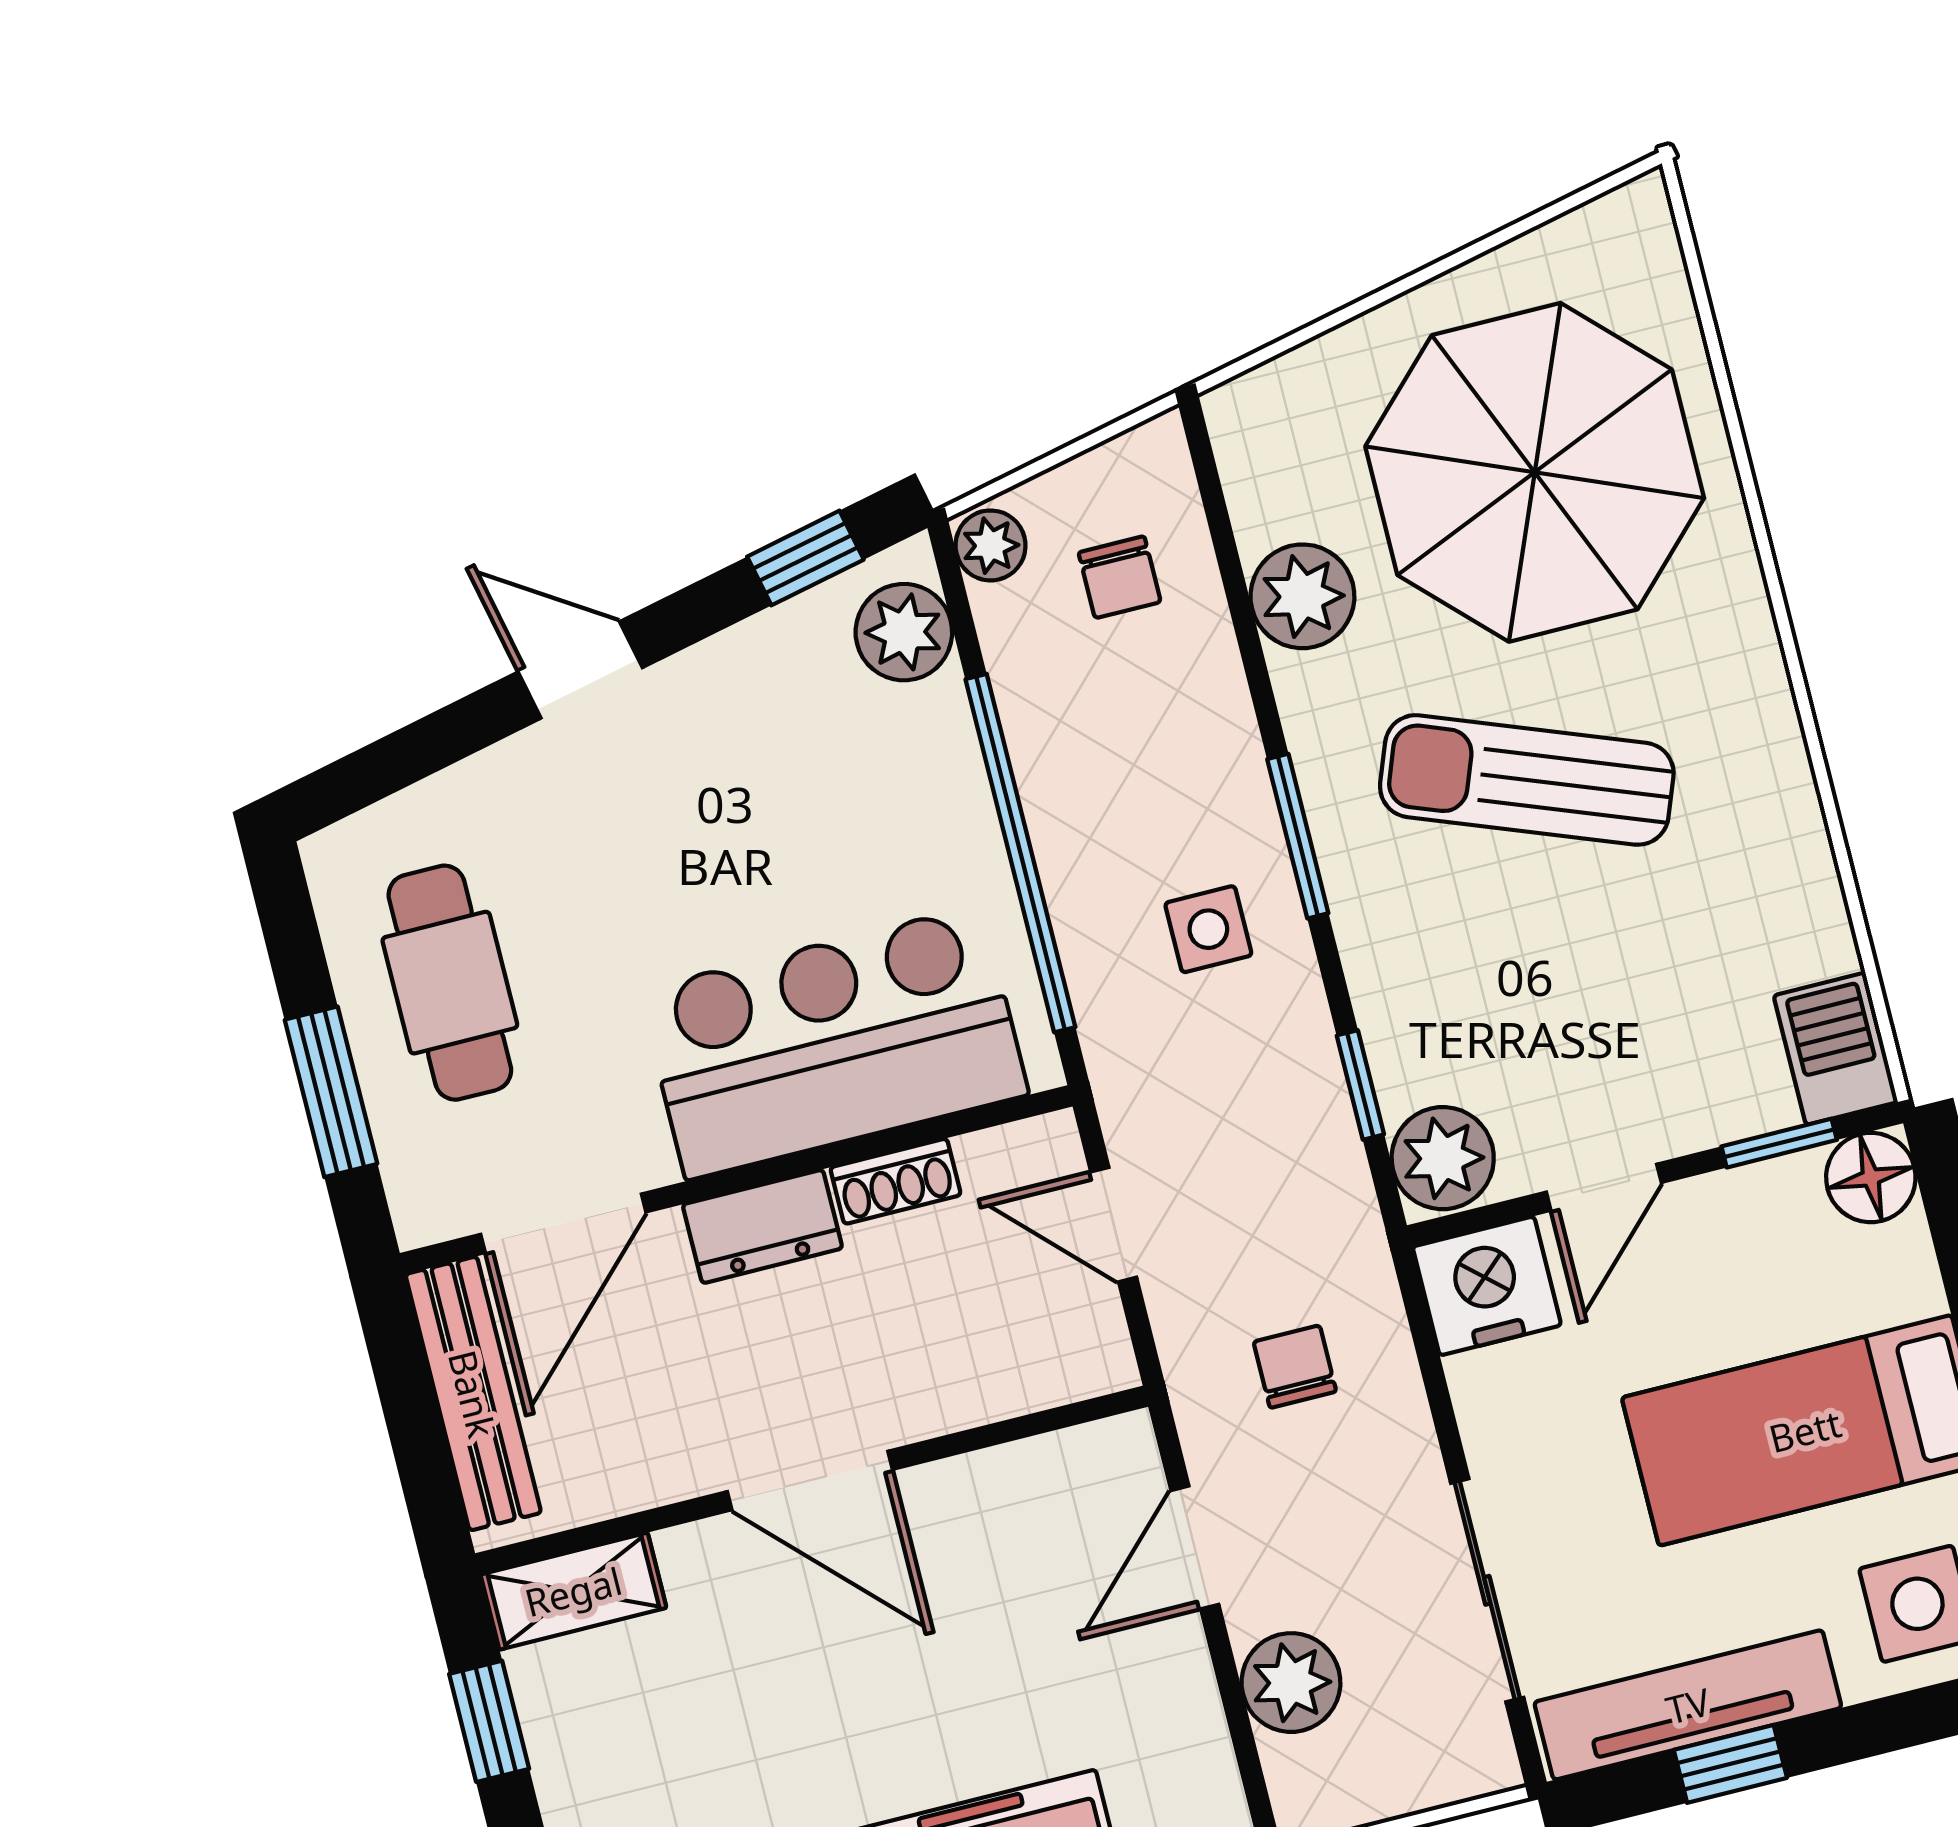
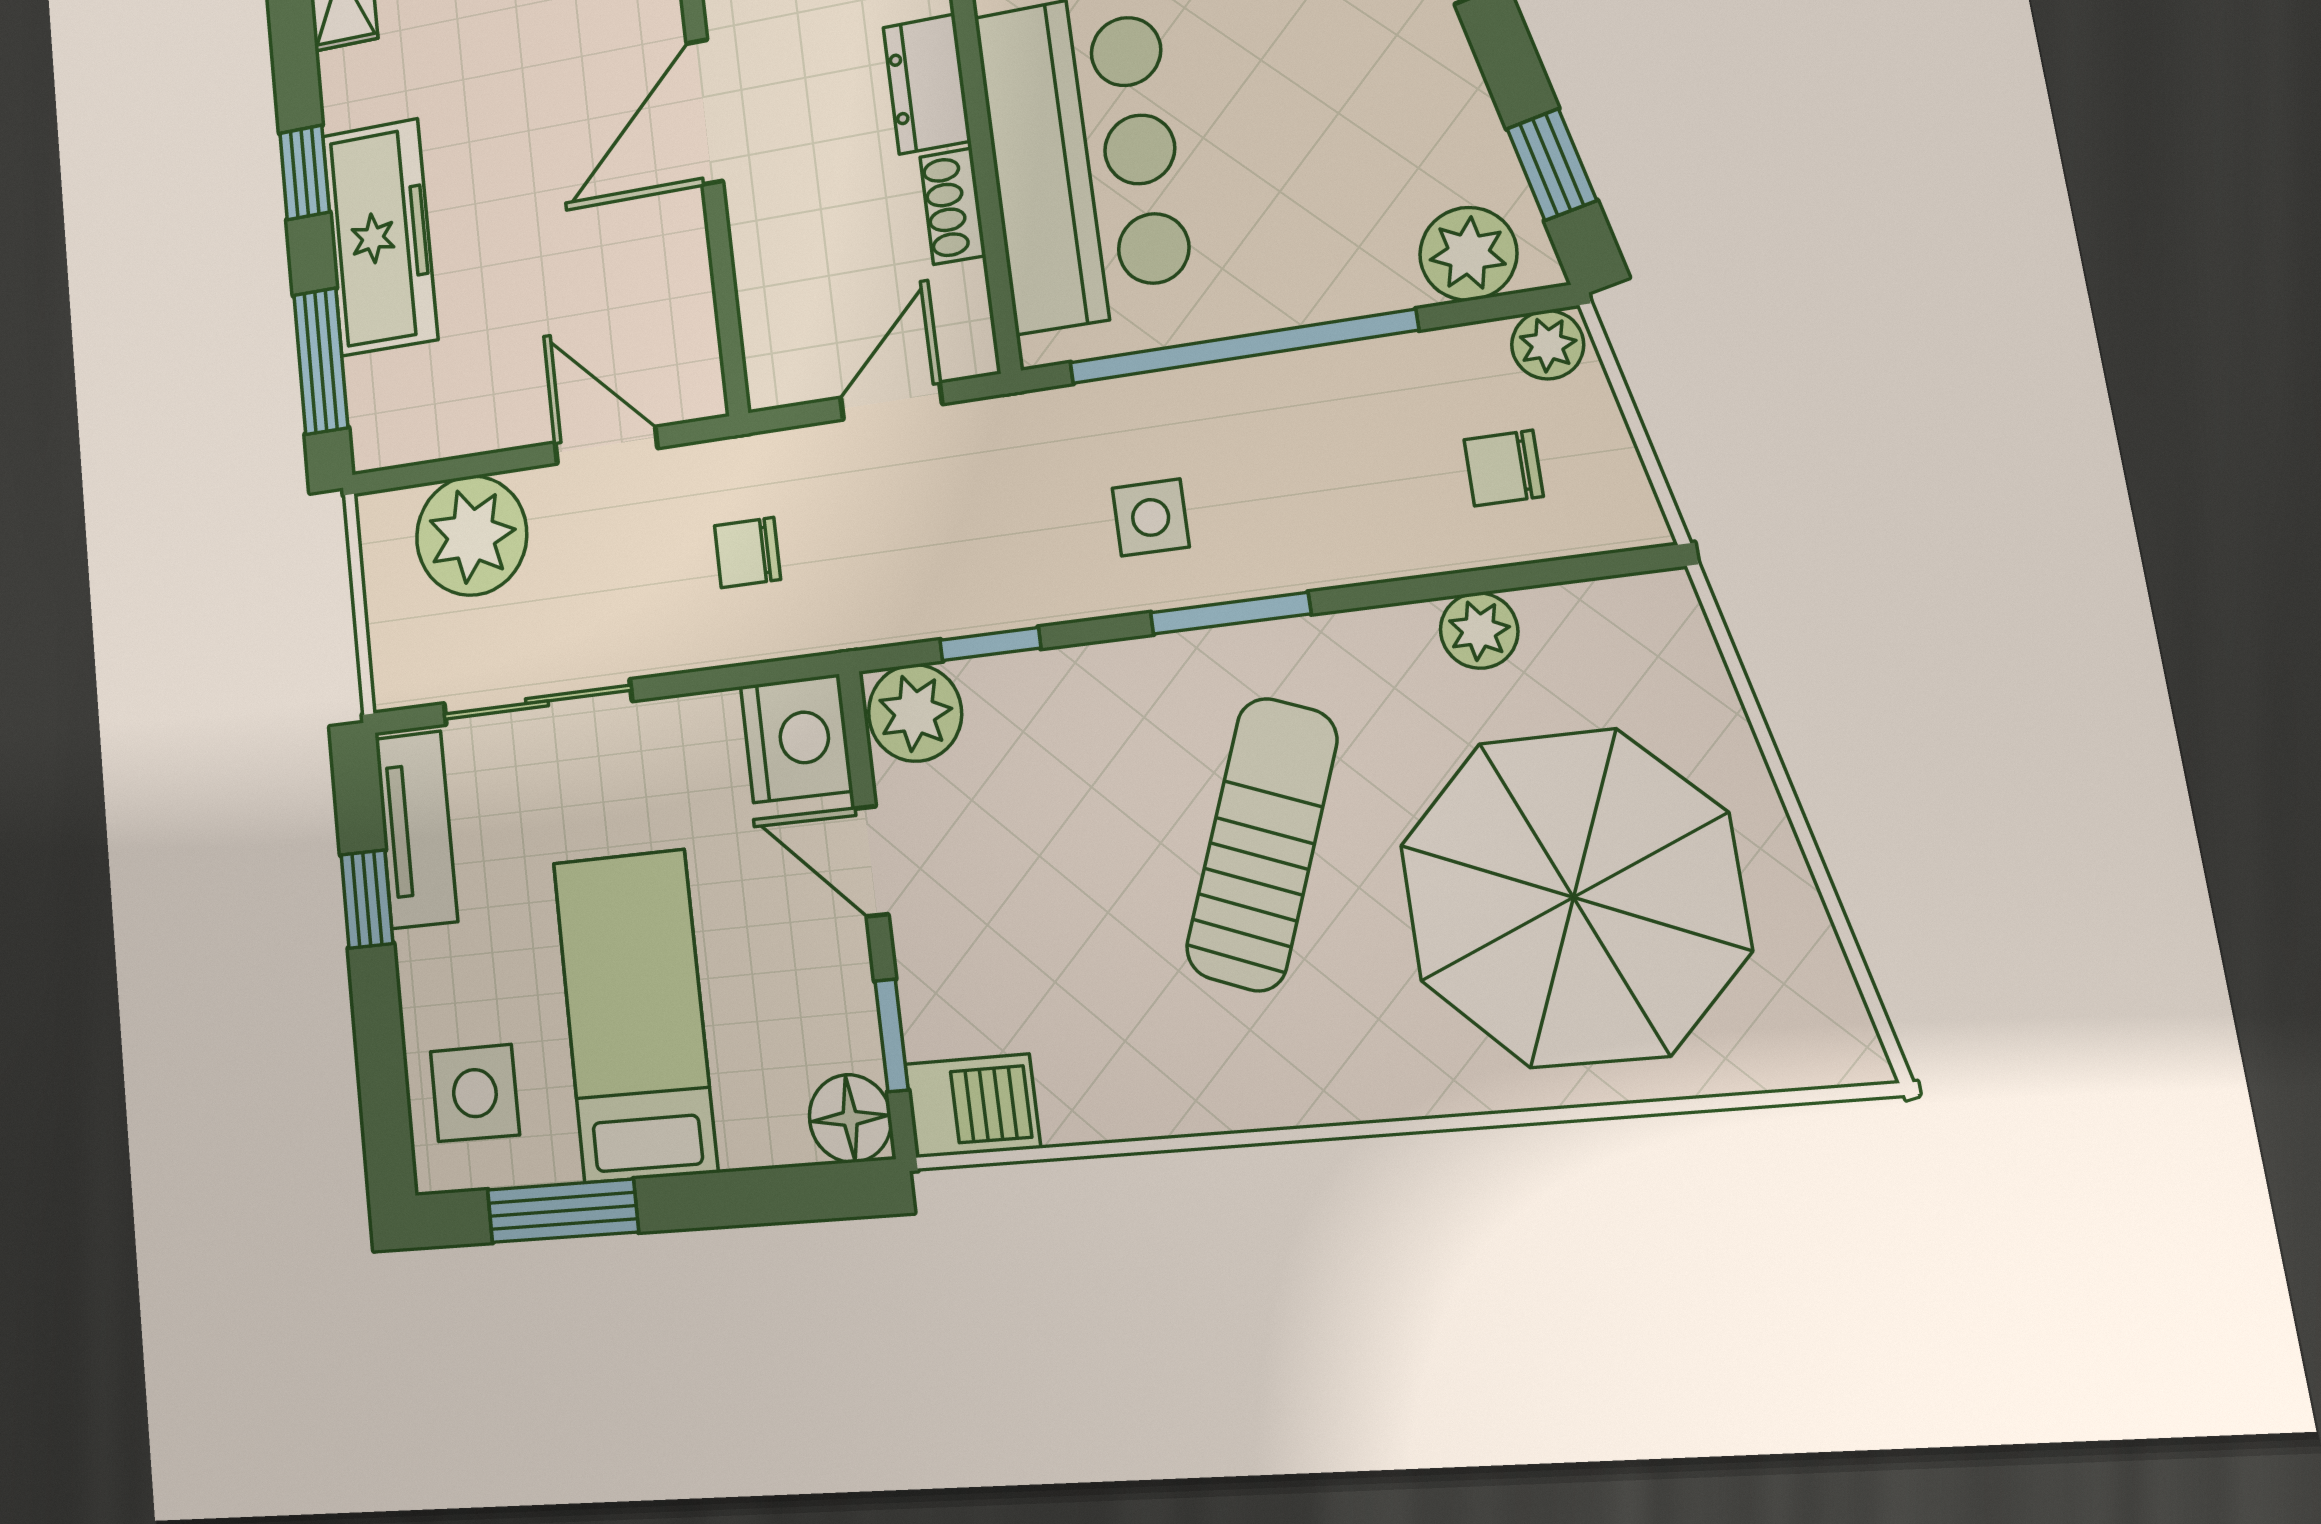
plant: (1302, 596) -> (1479, 630), width x0.73, depth x0.73
chair: (1295, 1367) -> (747, 553), turned 180
plant: (1291, 1683) -> (472, 536), width x1.36, depth x1.36
tv unit: (1688, 1705) -> (416, 830), width x0.71

